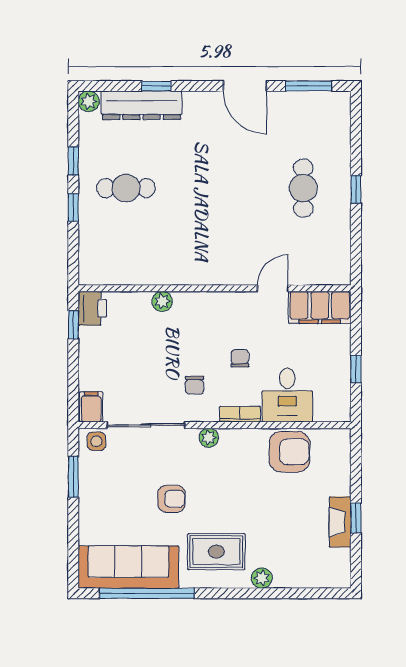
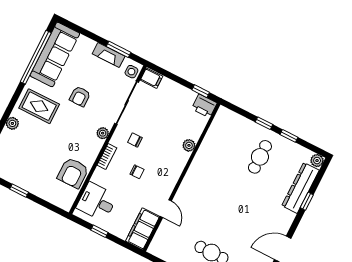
desk: (287, 395) -> (97, 202), moved
fireplace: (340, 522) -> (109, 55), moved, turned 180
rug: (216, 552) -> (39, 106), turned 90

